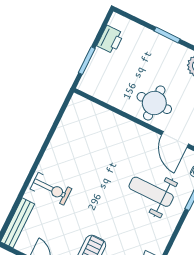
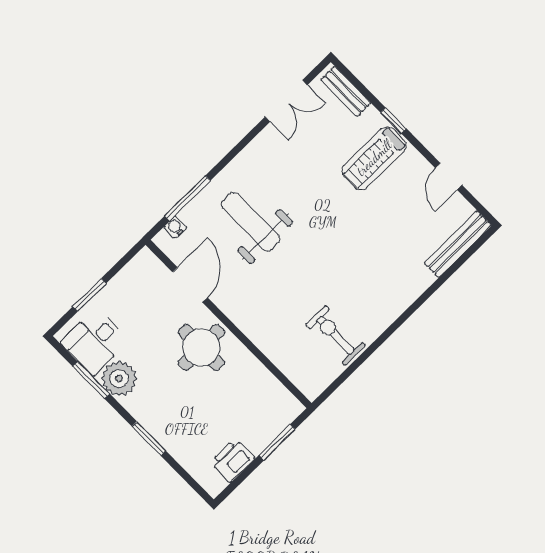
exercise bike: (51, 189) -> (335, 335), moved
weight bench: (151, 192) -> (251, 222), turned 180

